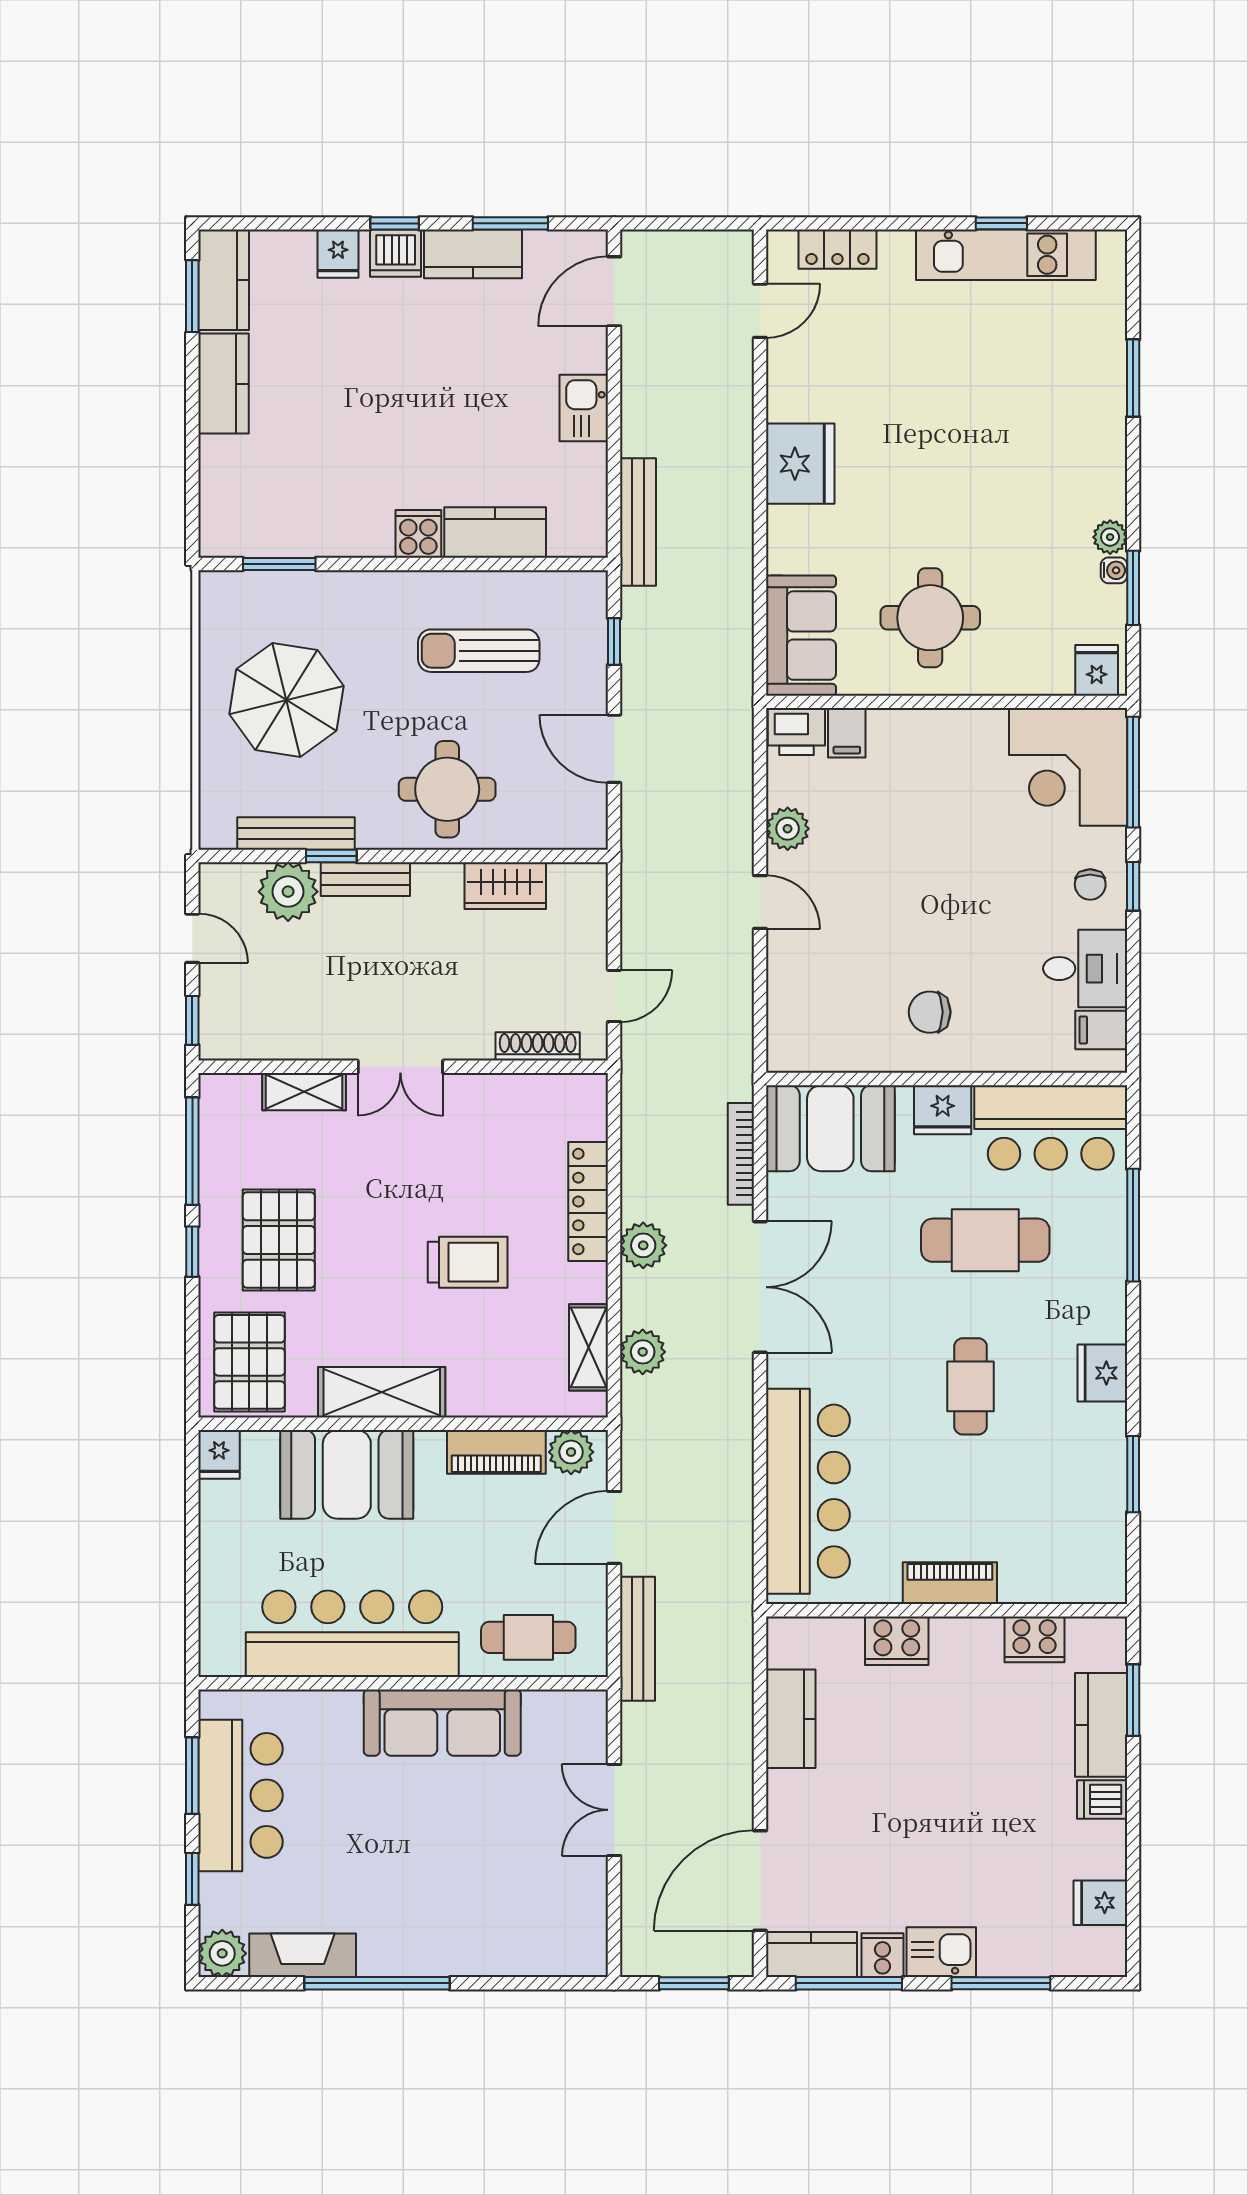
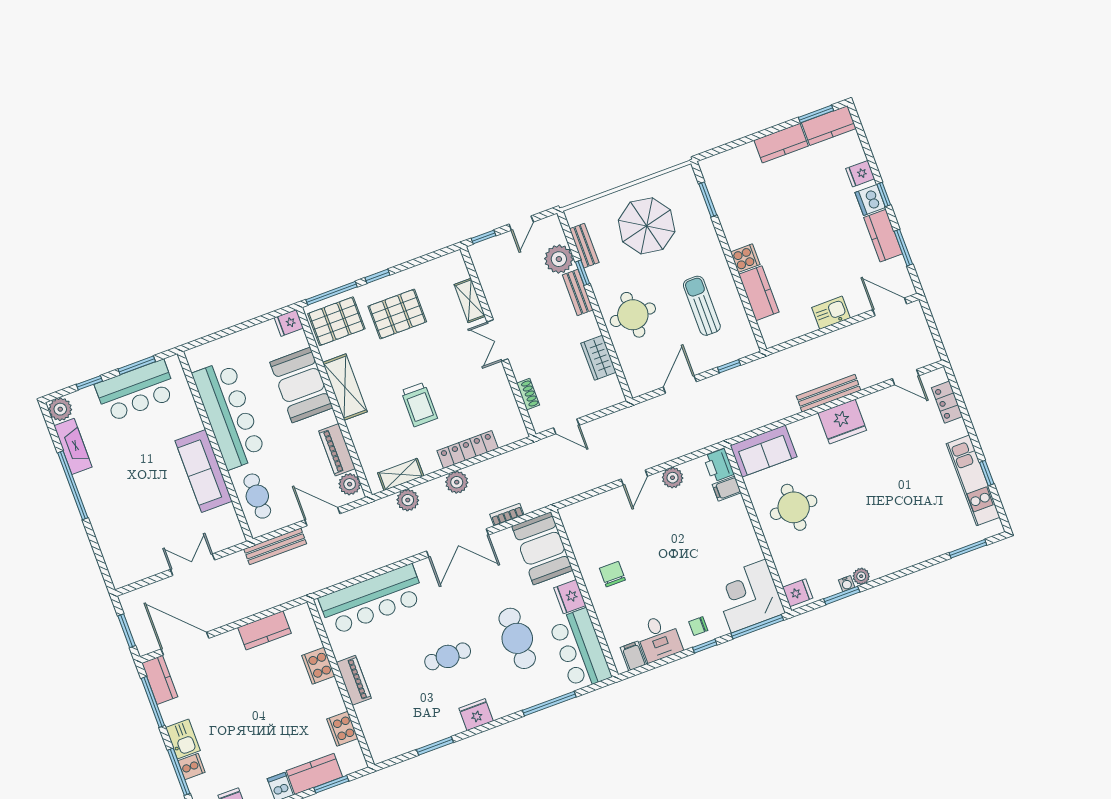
window: (1133, 378) -> (968, 549), moved
bench: (638, 522) -> (829, 393), moved
bench: (296, 833) -> (584, 246), width x0.73
shoe rack: (538, 1046) -> (528, 394), width x0.70
window: (192, 1151) -> (332, 293), moved
bookcase: (741, 1154) -> (507, 515), width x0.64
cooker: (882, 1955) -> (191, 767), moved

